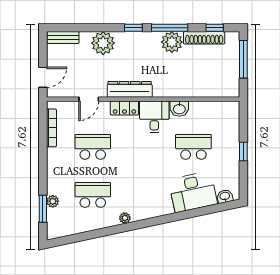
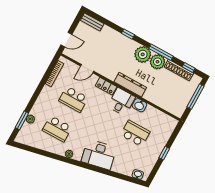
window: (133, 28) -> (128, 34), moved
plant: (103, 43) -> (143, 54), moved
dresser: (130, 89) -> (130, 85), moved
school desk: (93, 147) -> (73, 99), turned 180
desk: (193, 192) -> (99, 155), moved
school desk: (93, 195) -> (57, 129), turned 180

